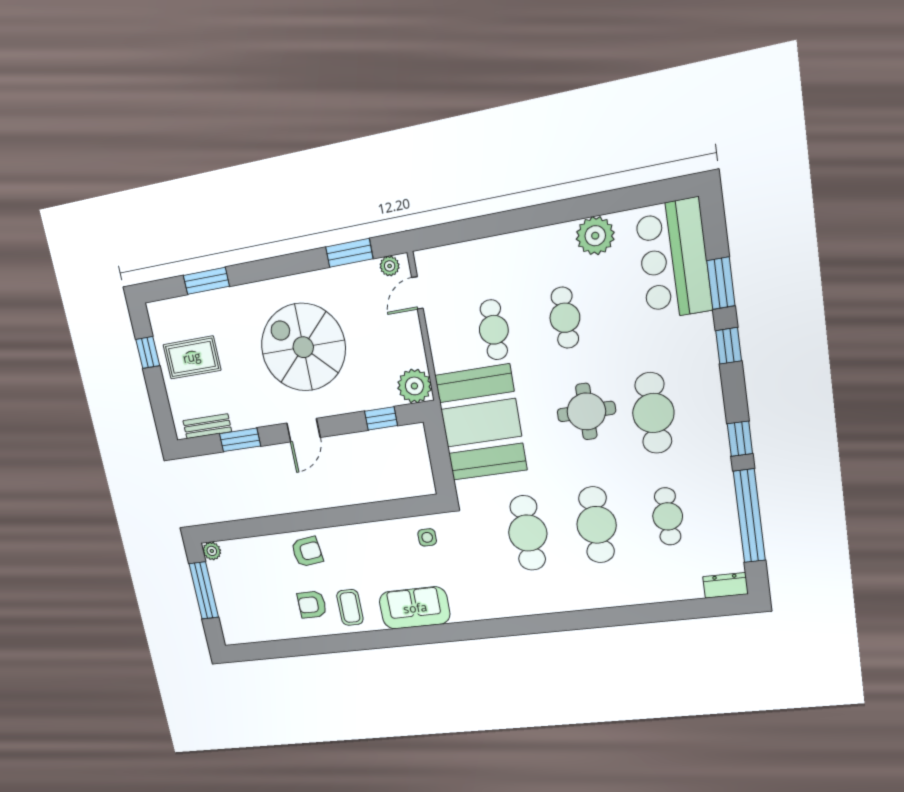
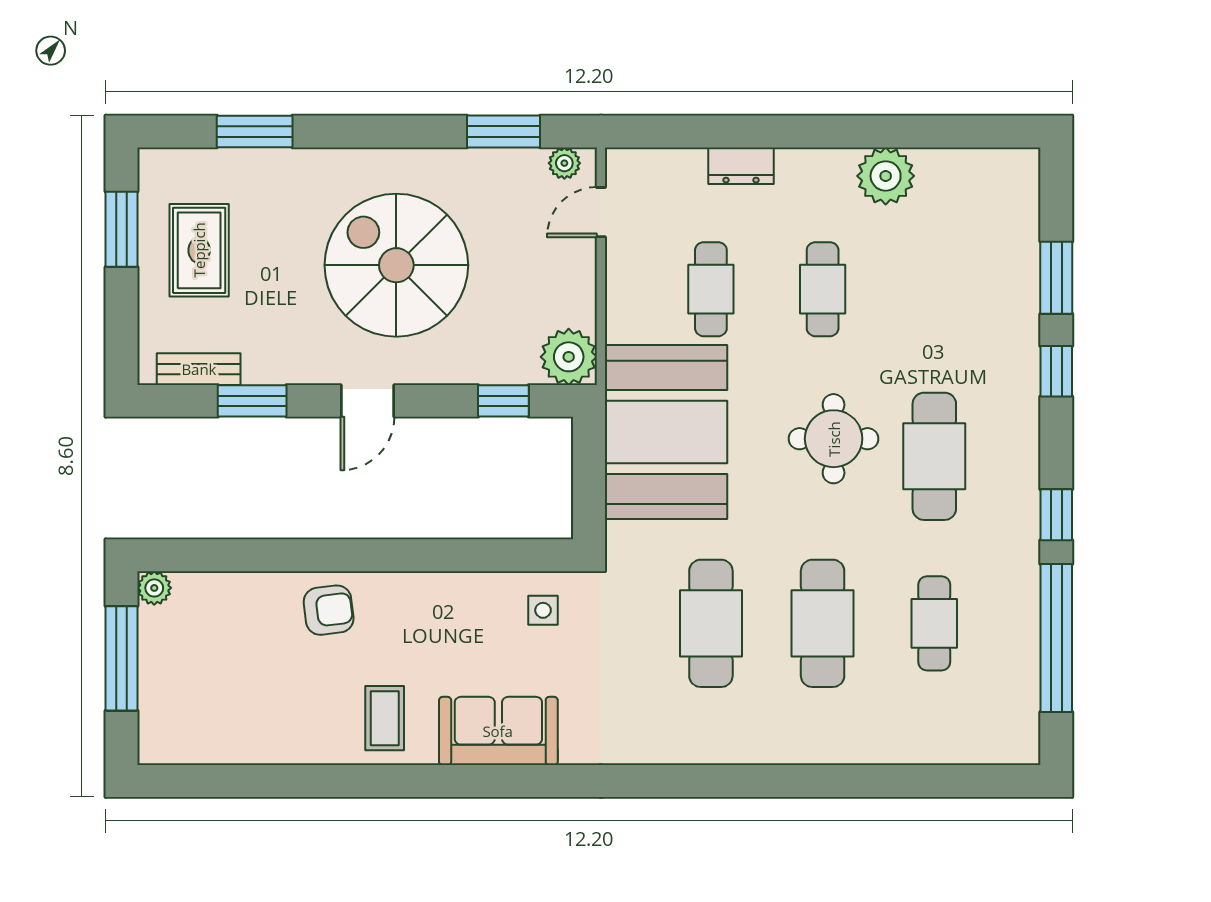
bar counter: (674, 259) -> (994, 231), removed
window: (148, 352) -> (122, 229), width x1.50
rug: (192, 357) -> (199, 250), turned 90
dresser: (725, 585) -> (741, 166), moved, turned 180
armchair: (312, 605) -> (317, 706), removed

